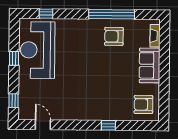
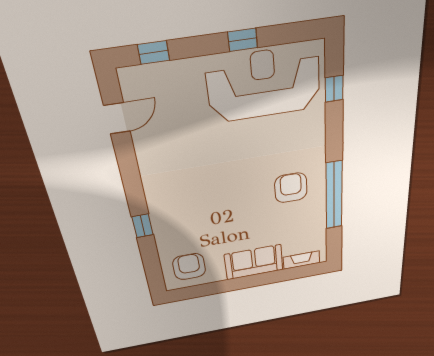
armchair: (114, 36) -> (291, 188), moved

